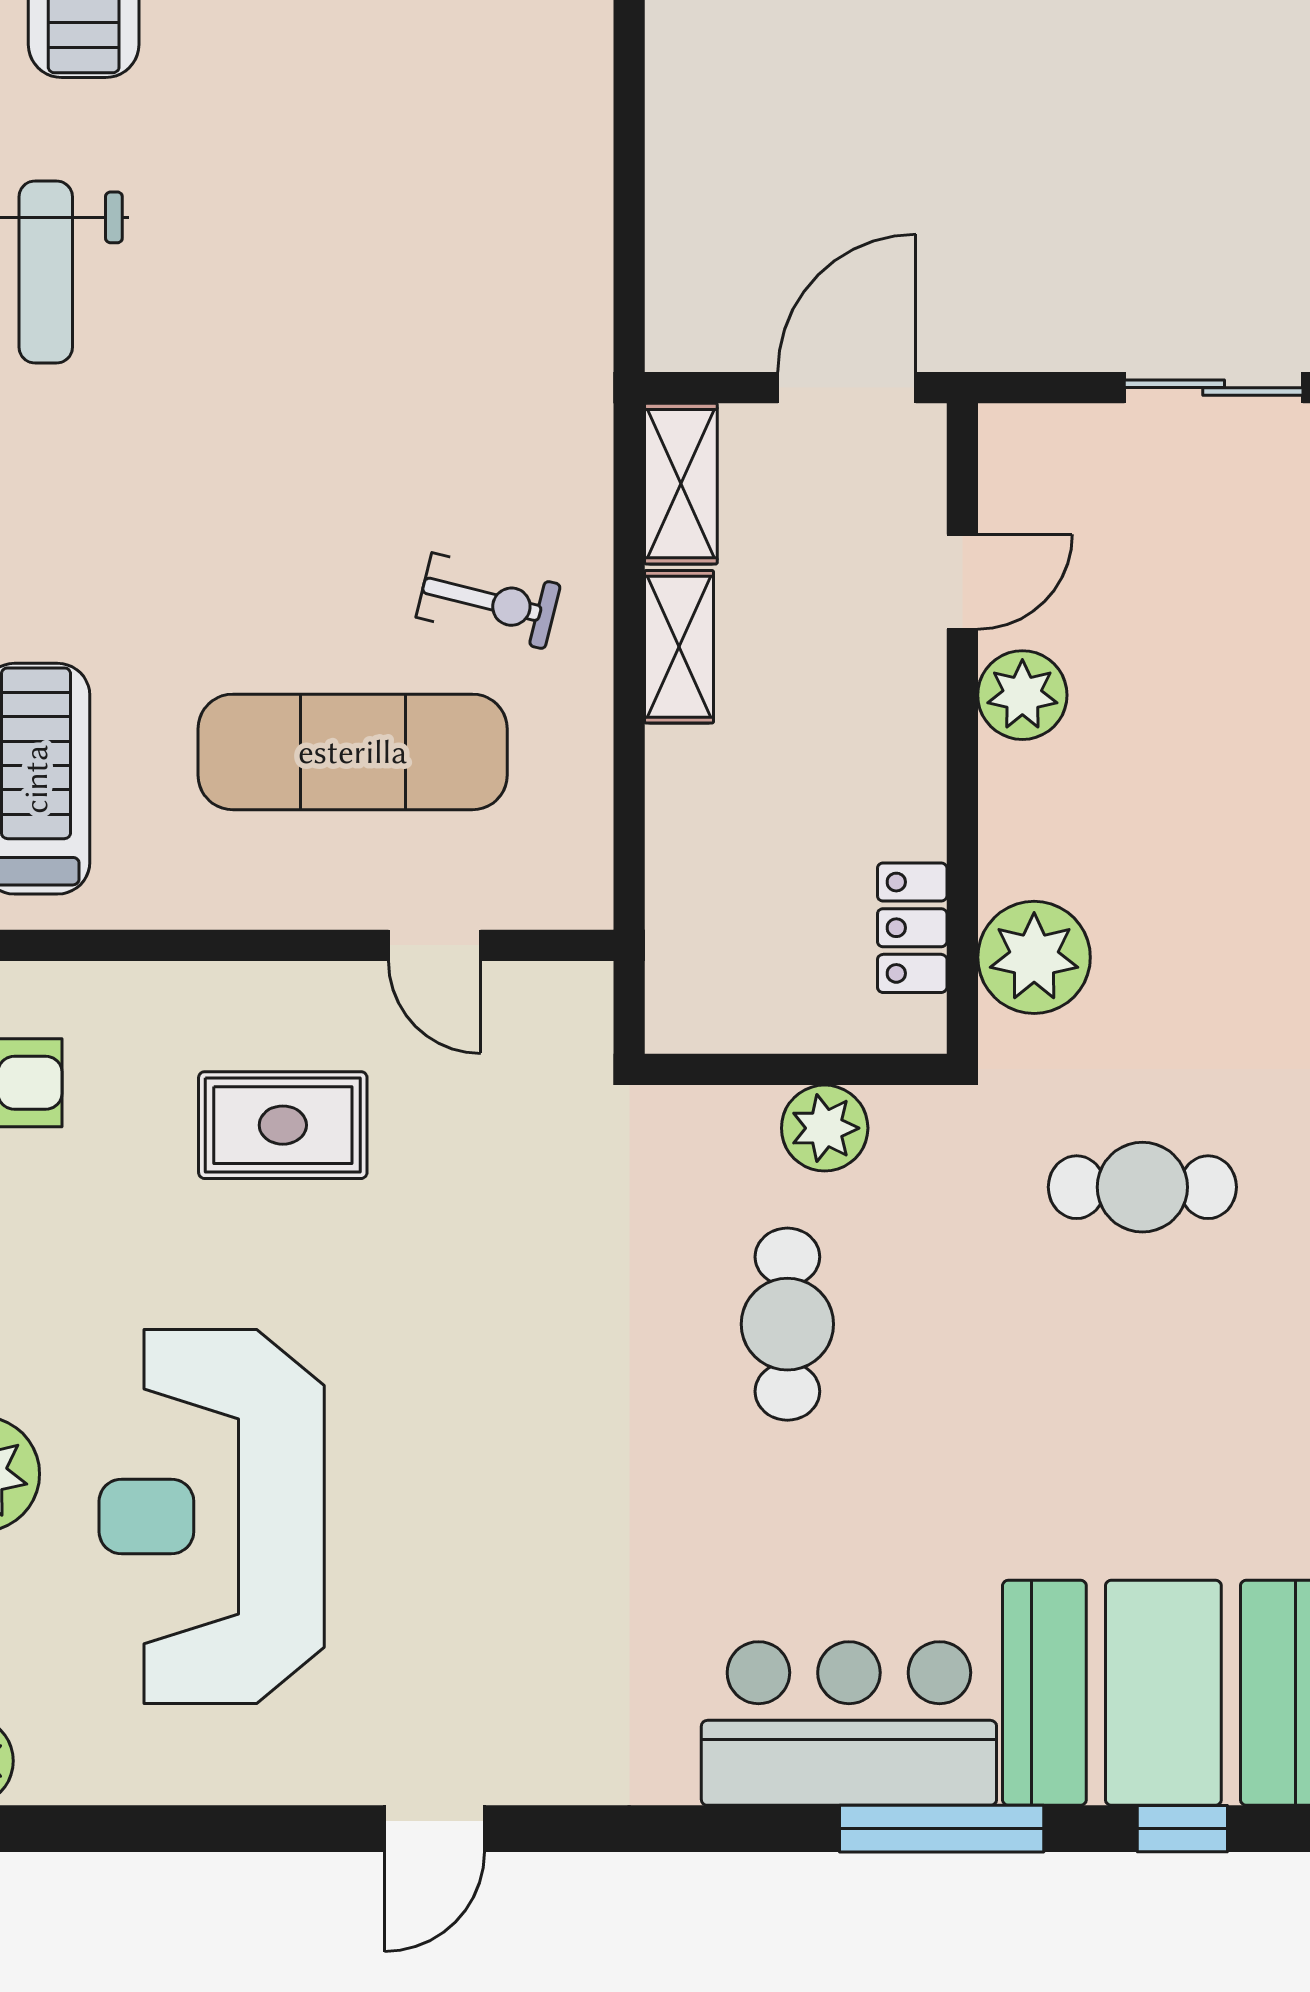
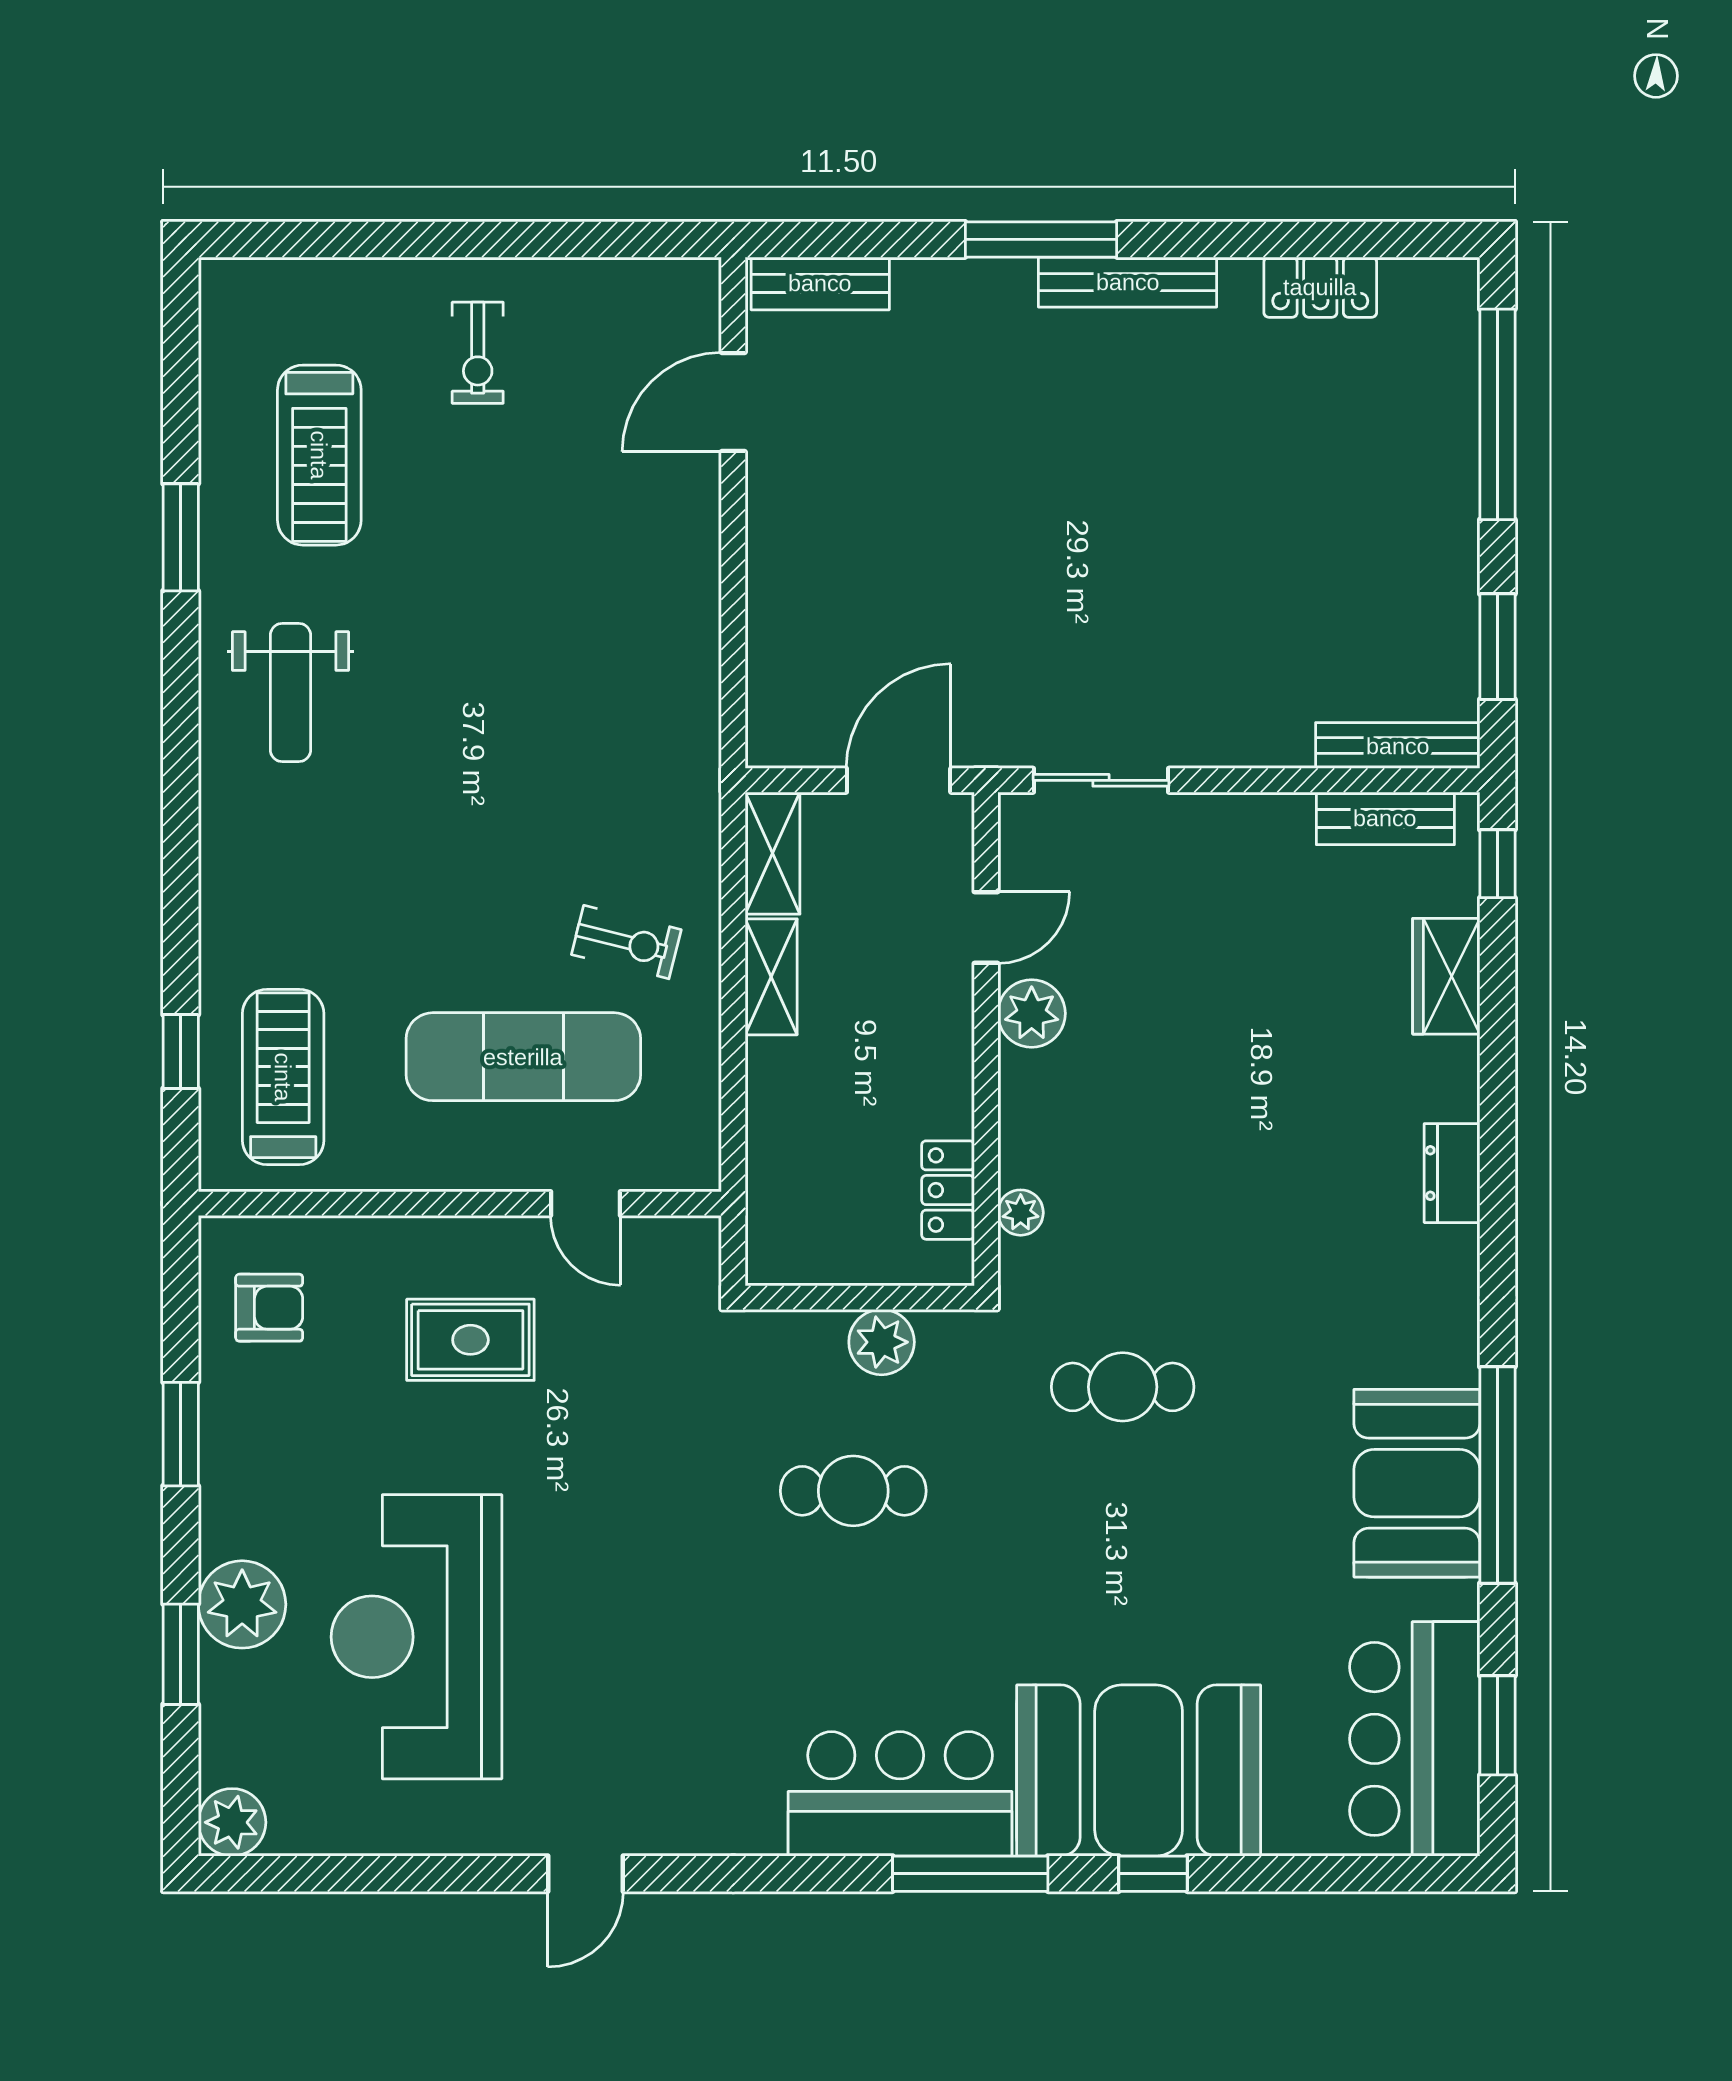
sliding door: (1214, 388) -> (1101, 780), moved
plant: (1034, 957) -> (1021, 1213), width x0.53, depth x0.53
cafe table: (787, 1324) -> (853, 1491), turned 90

